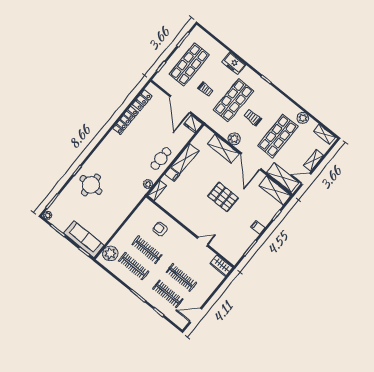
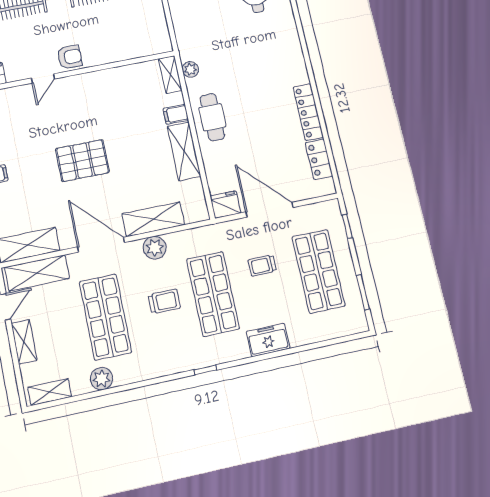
armchair: (160, 229) -> (70, 57), moved

